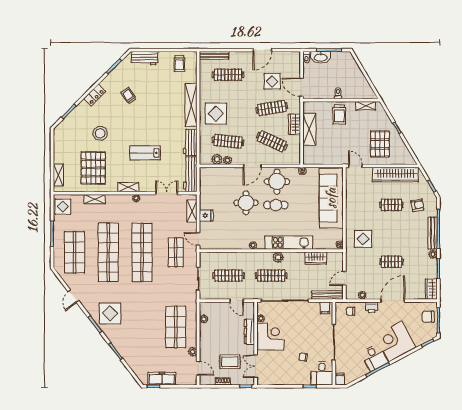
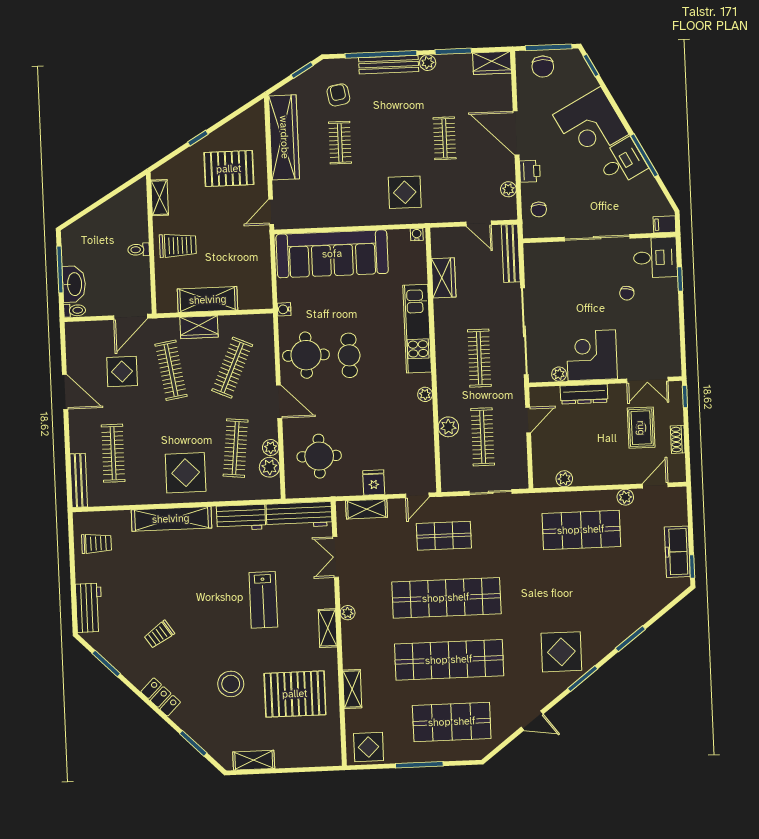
shelving: (58, 175) -> (254, 760), moved
round table: (246, 203) -> (319, 456), moved
plant: (278, 257) -> (448, 427), moved
filing cabinet: (325, 308) -> (535, 257), removed

